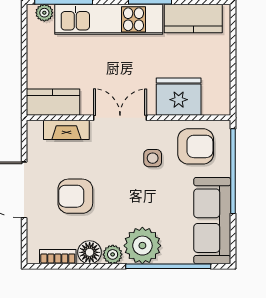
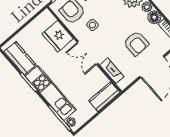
kitchen counter: (53, 102) -> (104, 97), moved, turned 90

